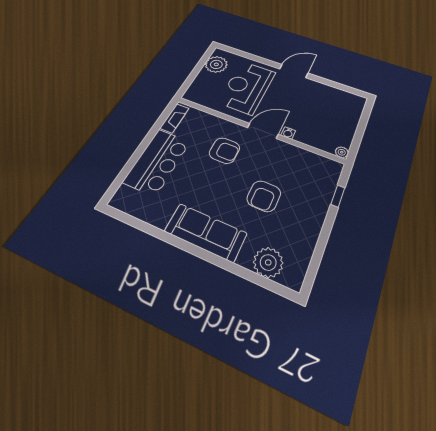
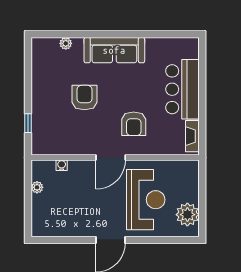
water cooler: (288, 133) -> (62, 165), moved
armchair: (225, 151) -> (134, 124), turned -90
plant: (342, 152) -> (37, 187), moved
plant: (268, 262) -> (66, 43), width x0.53, depth x0.53

